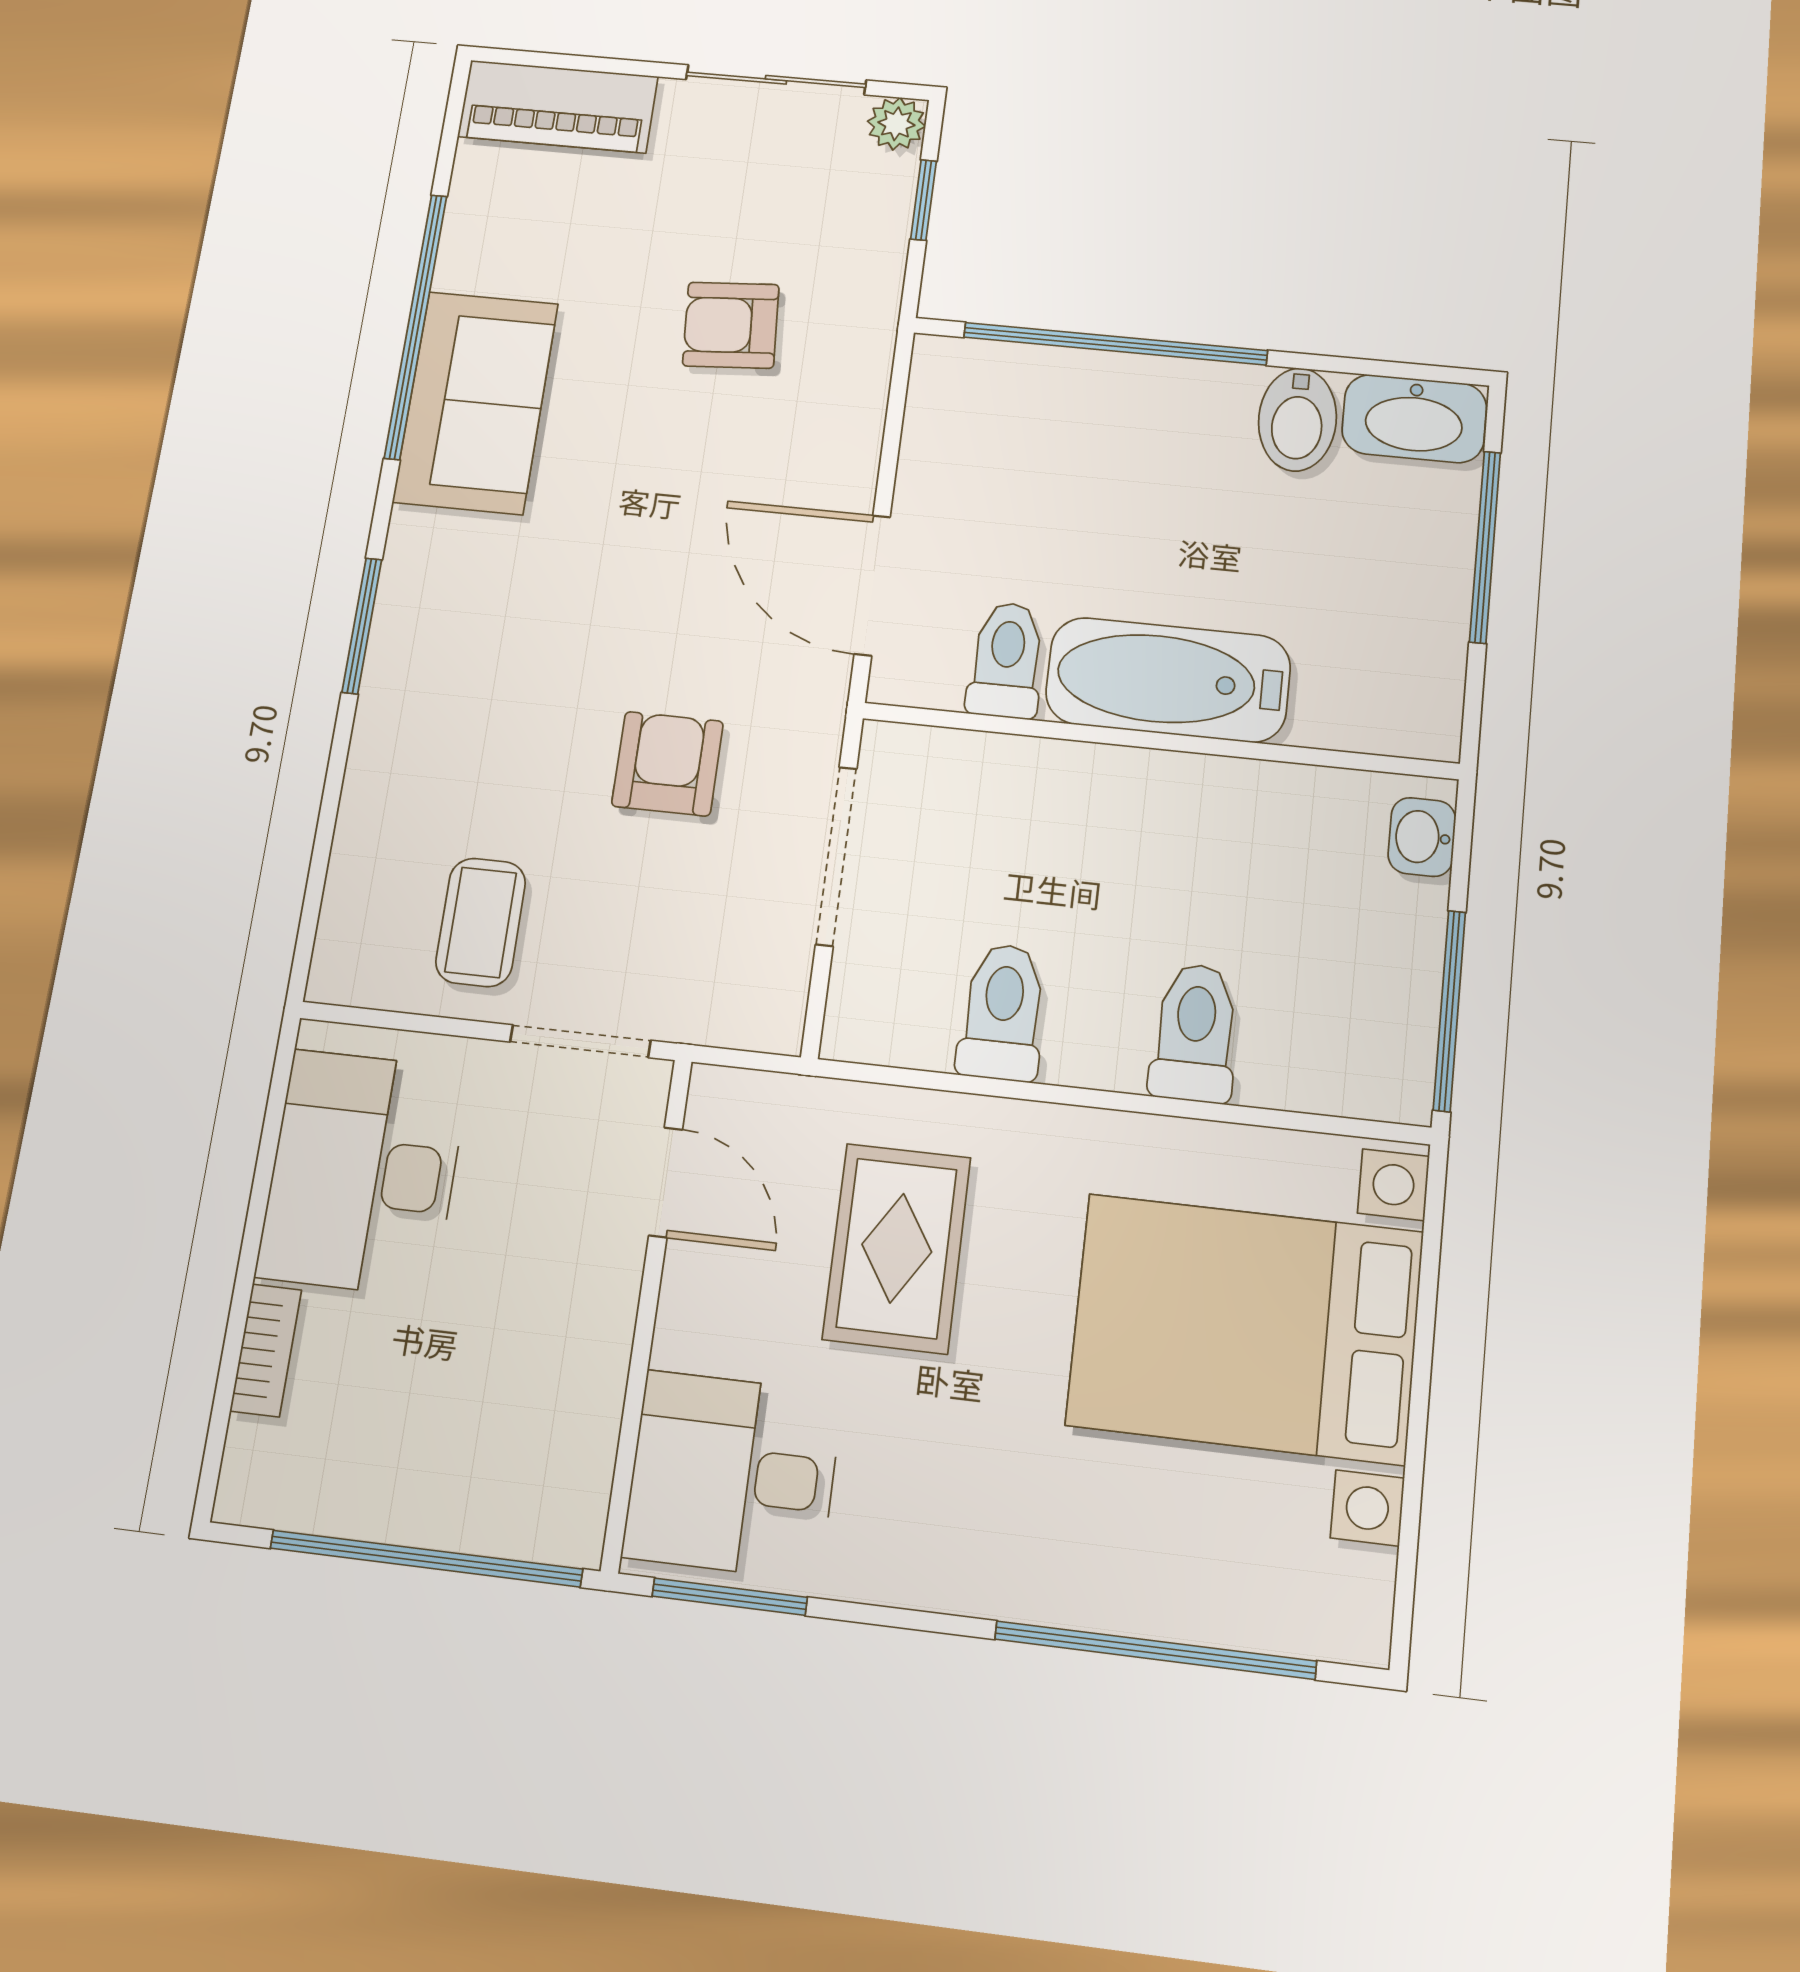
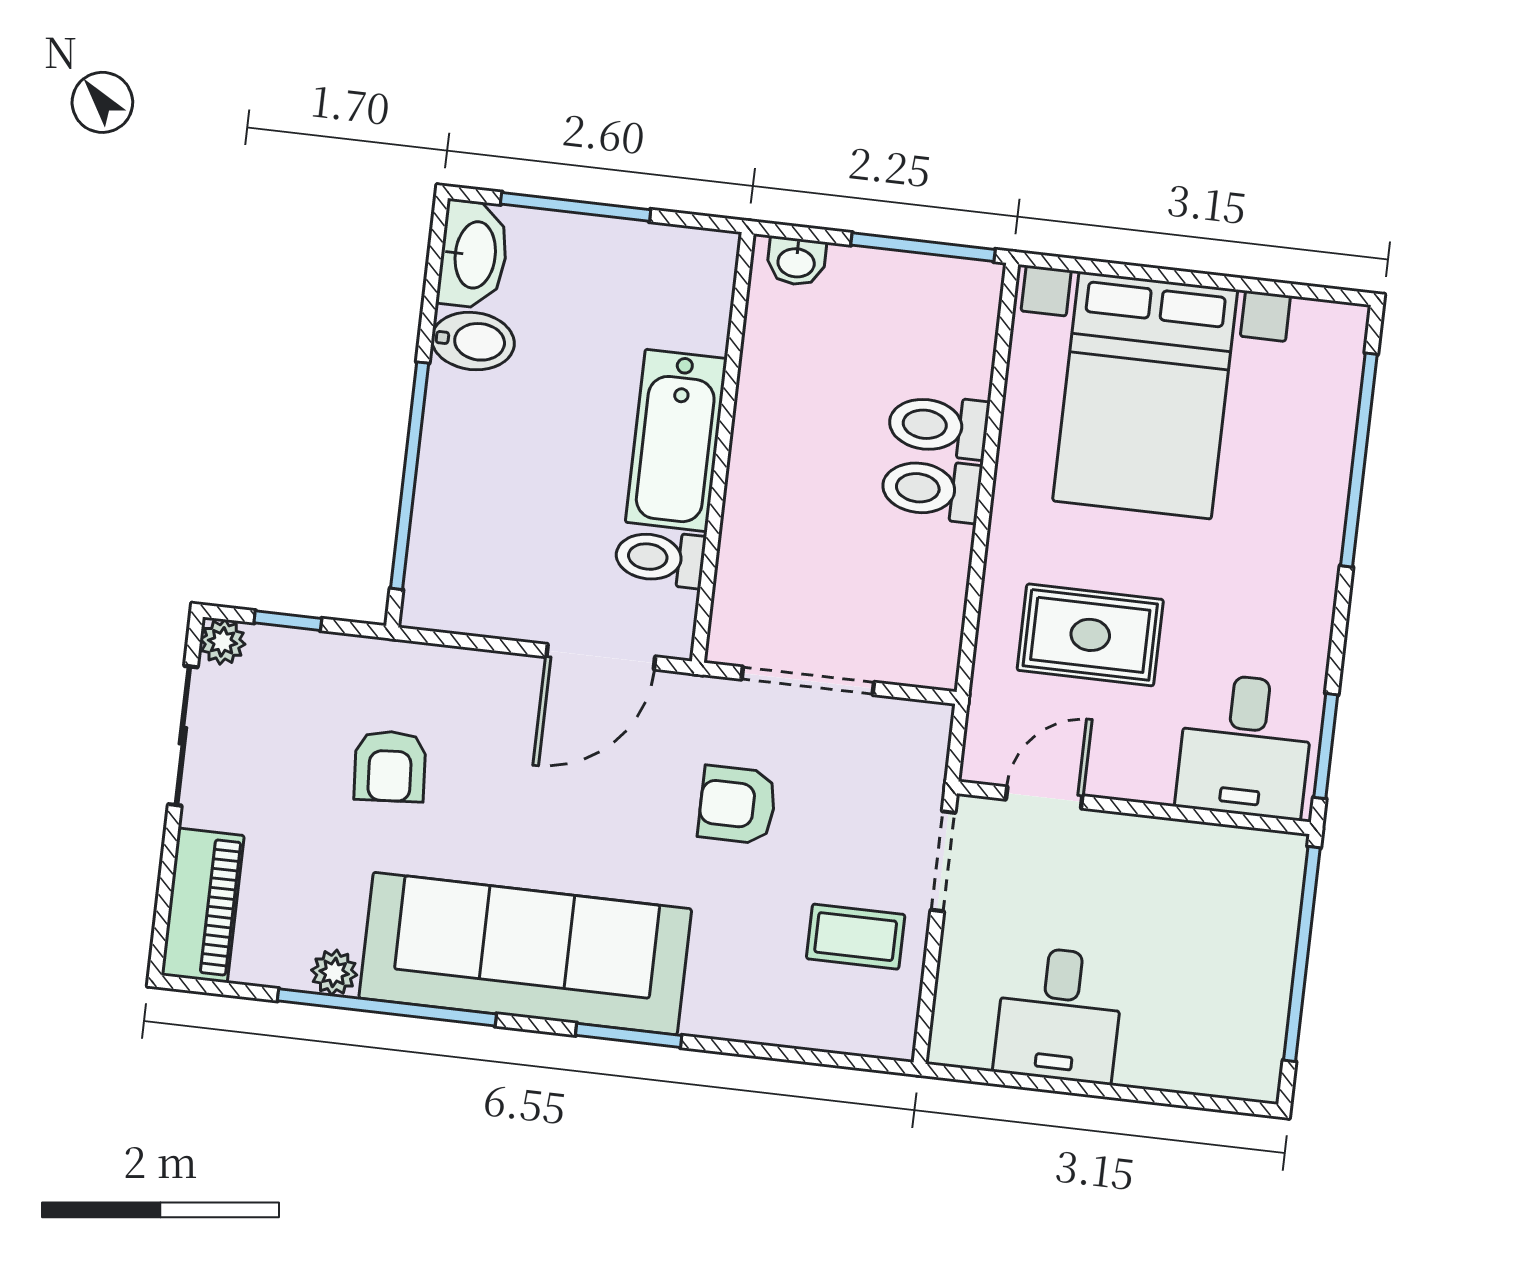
plant: (464, 262) -> (334, 972), added
sofa: (476, 402) -> (525, 954), width x1.85, depth x1.27
toilet: (1003, 1012) -> (931, 489), moved
desk: (363, 1172) -> (1059, 1015), width x0.73
bookcase: (266, 1350) -> (1161, 1073), removed

